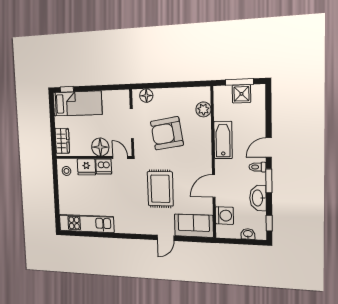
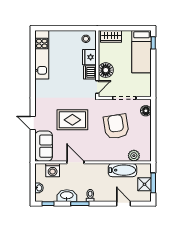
bathtub: (223, 140) -> (122, 170), moved
door: (269, 148) -> (124, 204), moved

